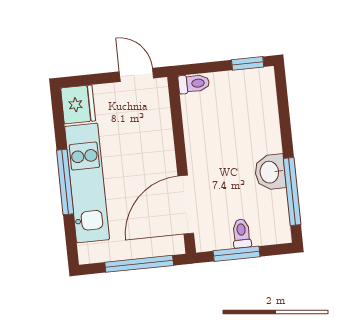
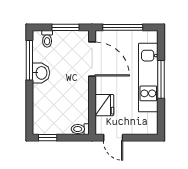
fridge: (78, 104) -> (104, 105), moved, turned 180
door: (186, 205) -> (92, 59), hinge flipped
toilet: (241, 234) -> (47, 39), moved

